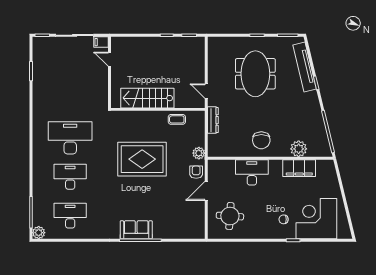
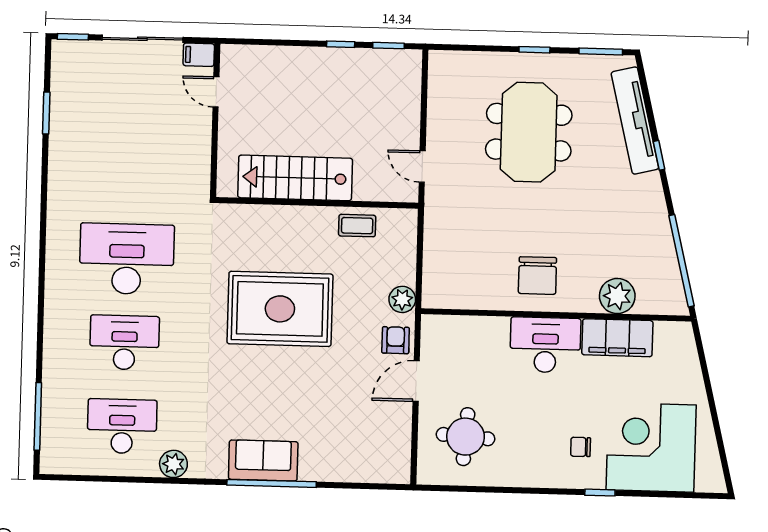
dresser: (213, 120) -> (435, 229), removed
desk: (252, 172) -> (545, 345), moved
plant: (39, 233) -> (173, 464), moved

